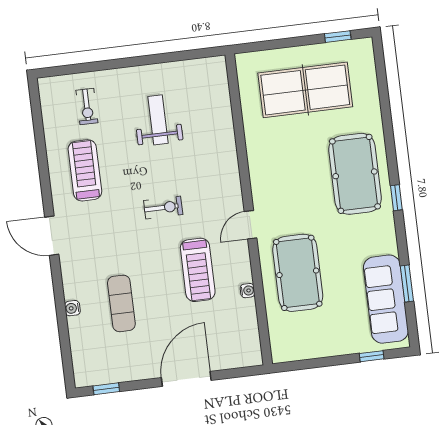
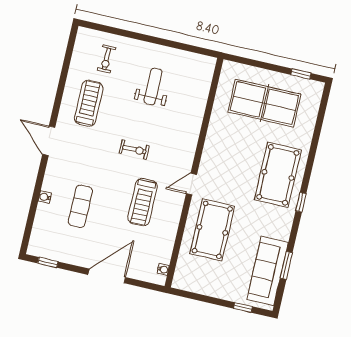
water cooler: (247, 291) -> (163, 269), moved

